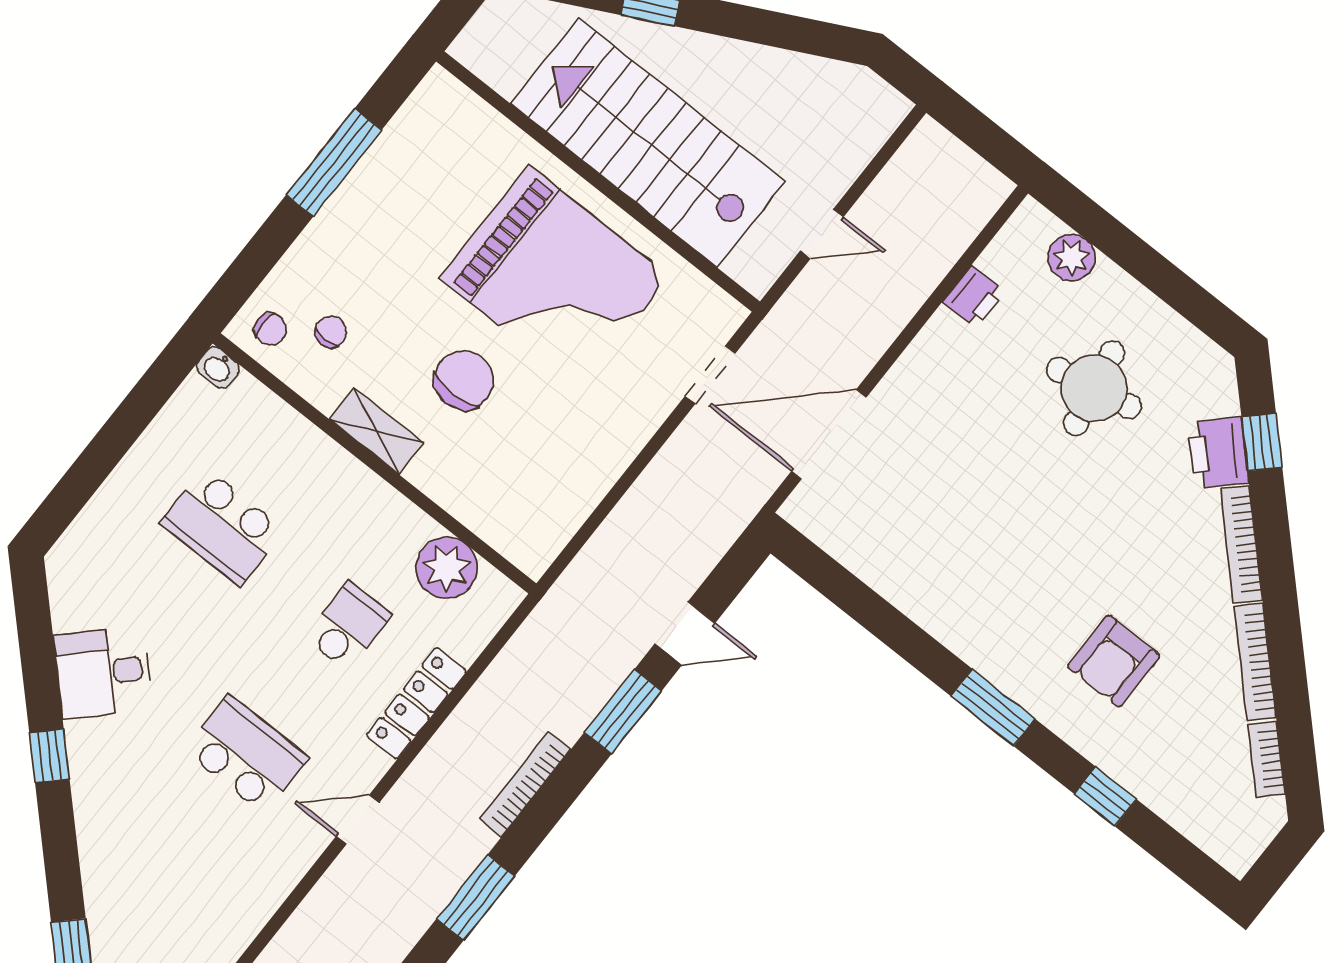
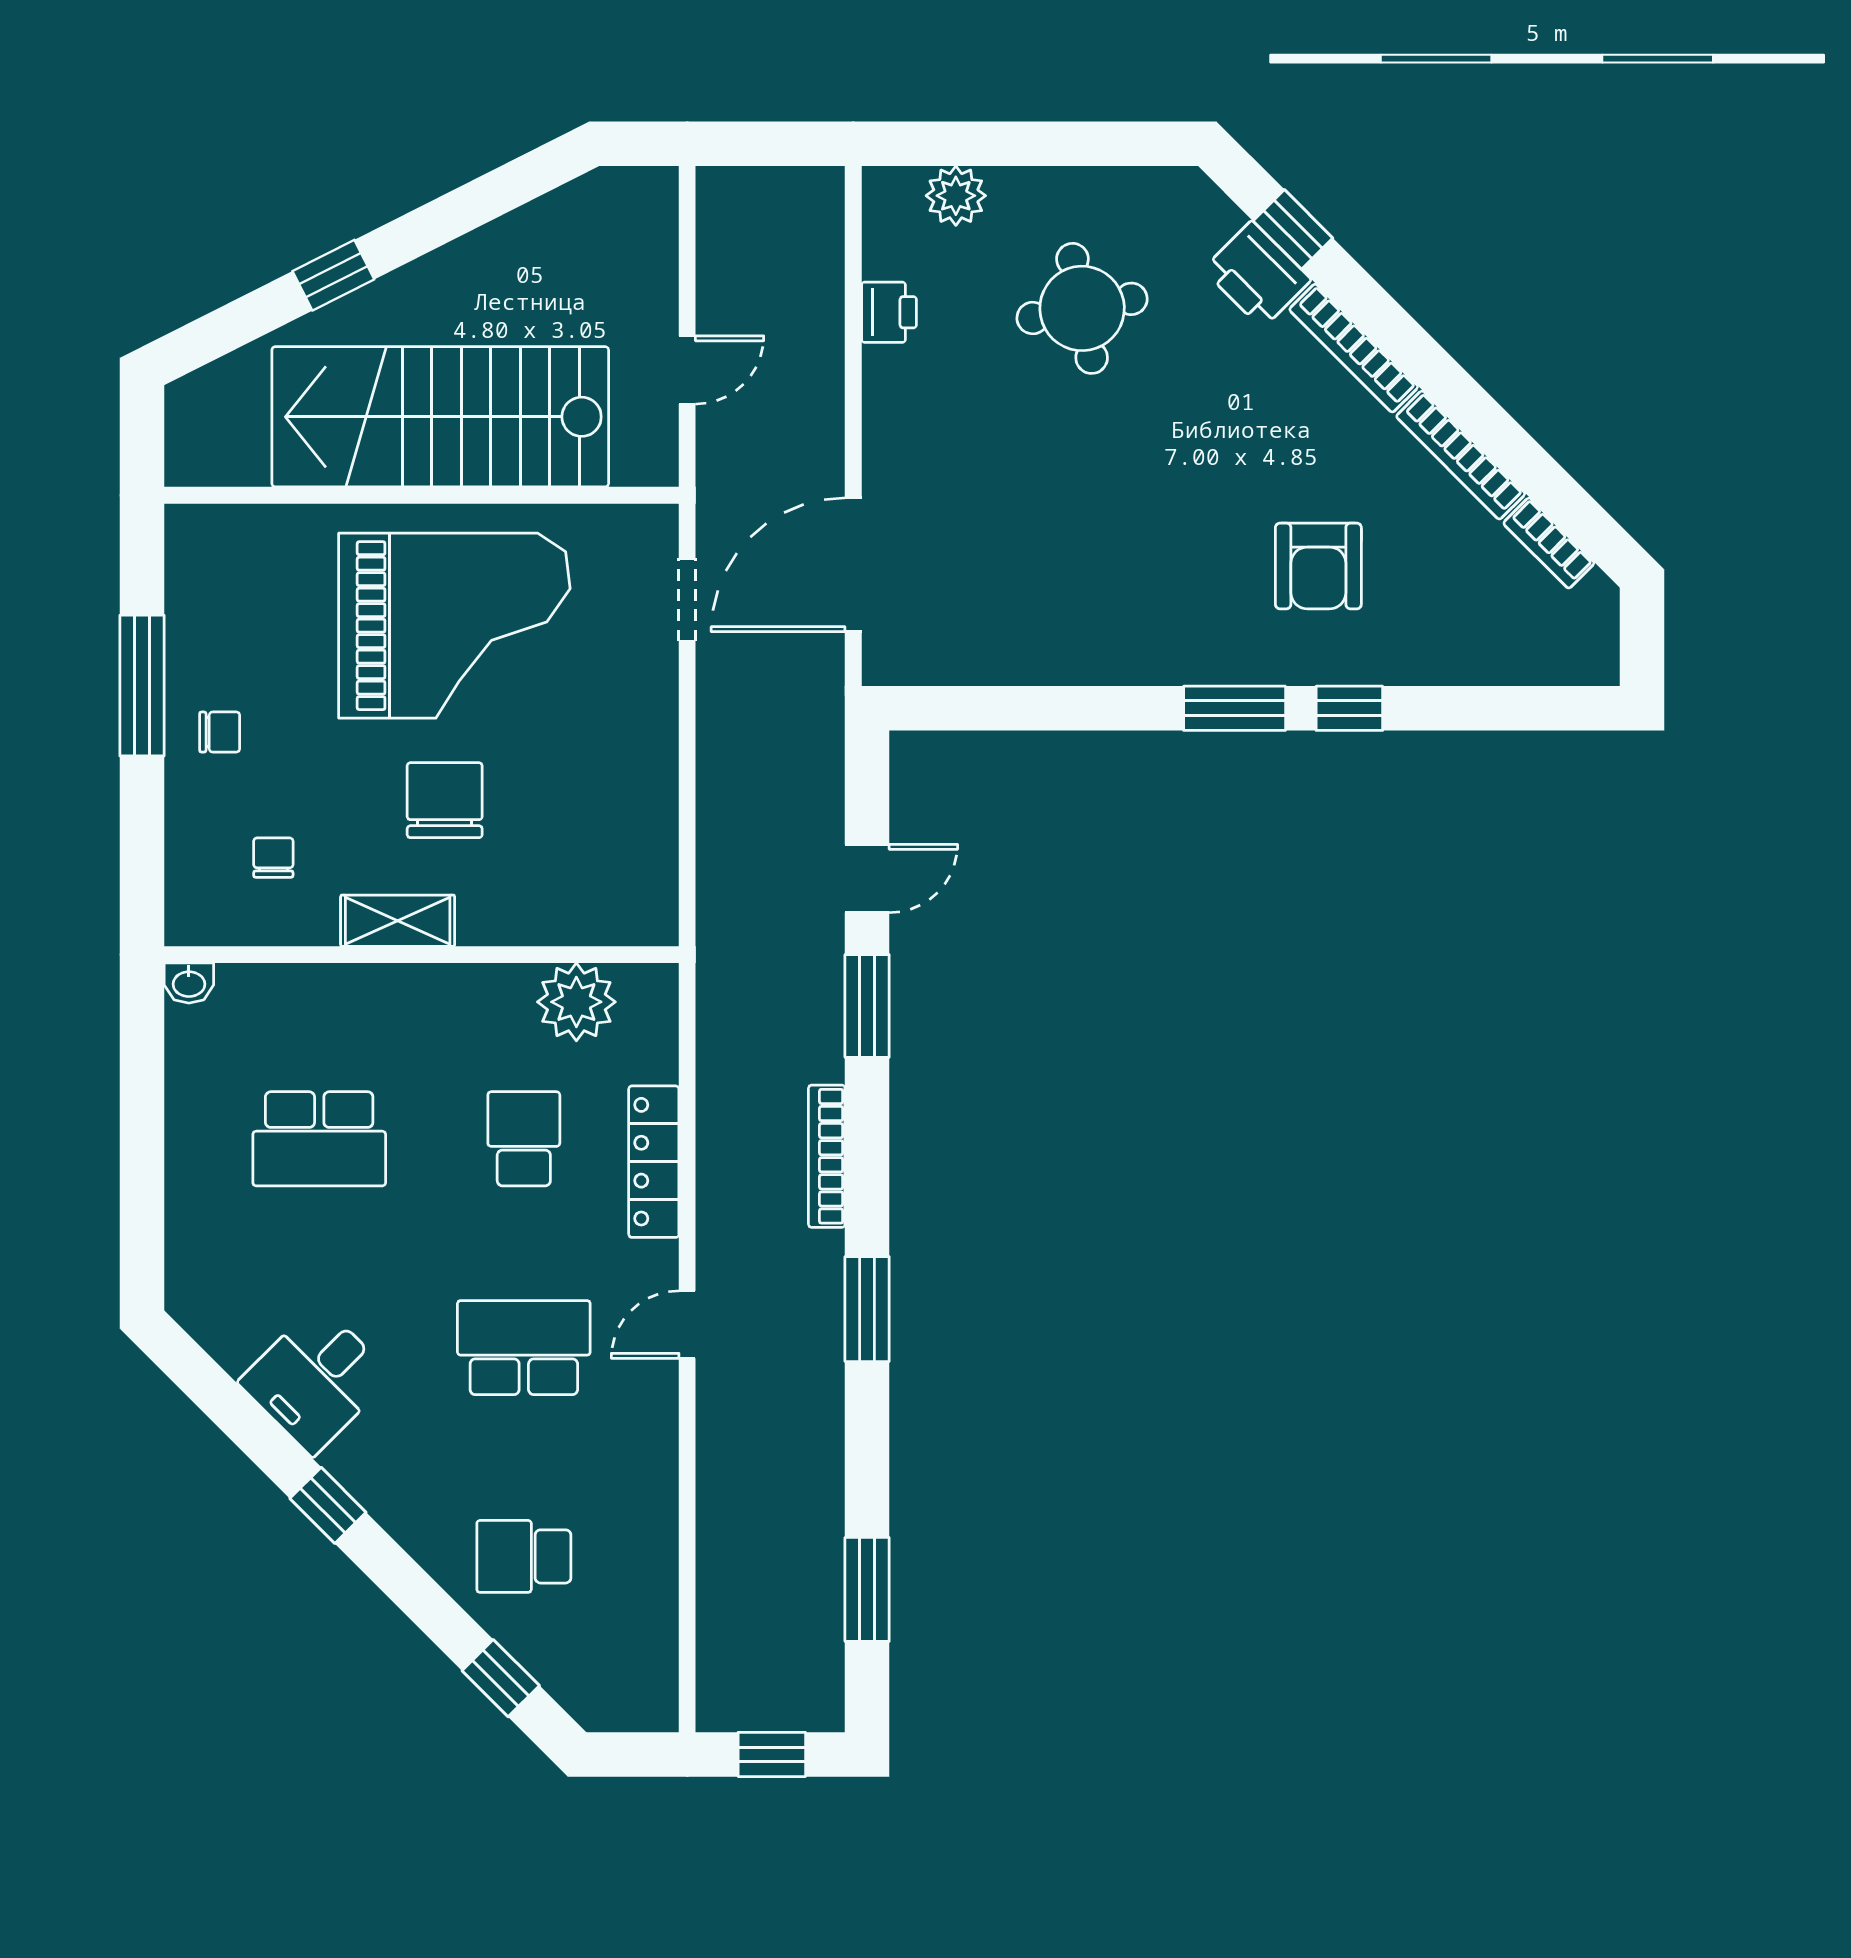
chair: (271, 329) -> (220, 732), moved
window: (1105, 796) -> (1349, 708), moved
school desk: (145, 882) -> (524, 1556), added

